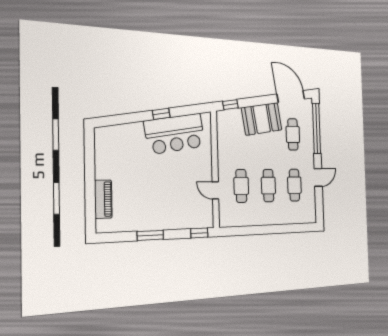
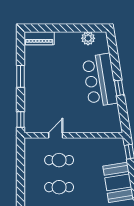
bar counter: (175, 134) -> (100, 80), moved
plant: (103, 151) -> (88, 38), added
piano: (103, 199) -> (39, 38), moved

